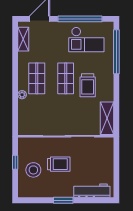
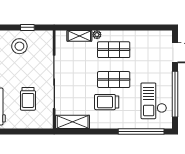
shelving: (23, 39) -> (79, 36), moved
trolley: (59, 164) -> (28, 99), moved

